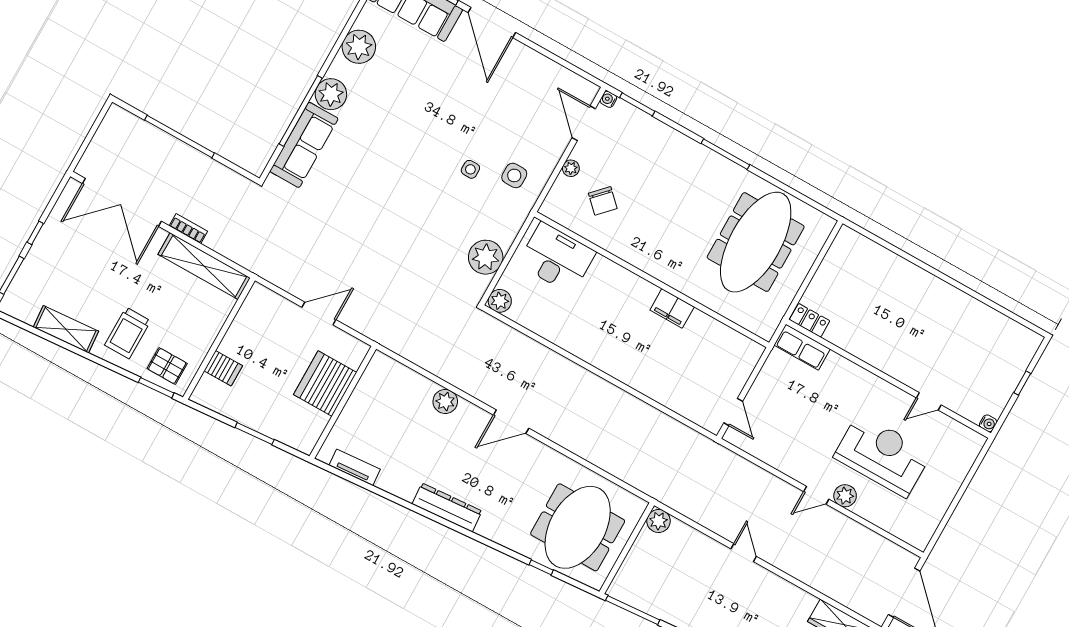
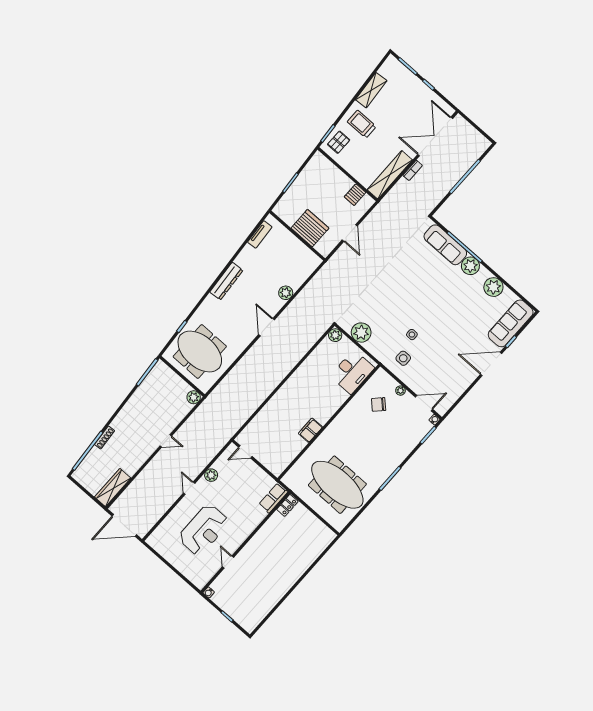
server rack: (223, 368) -> (355, 195), moved
plant: (845, 496) -> (211, 475), moved

